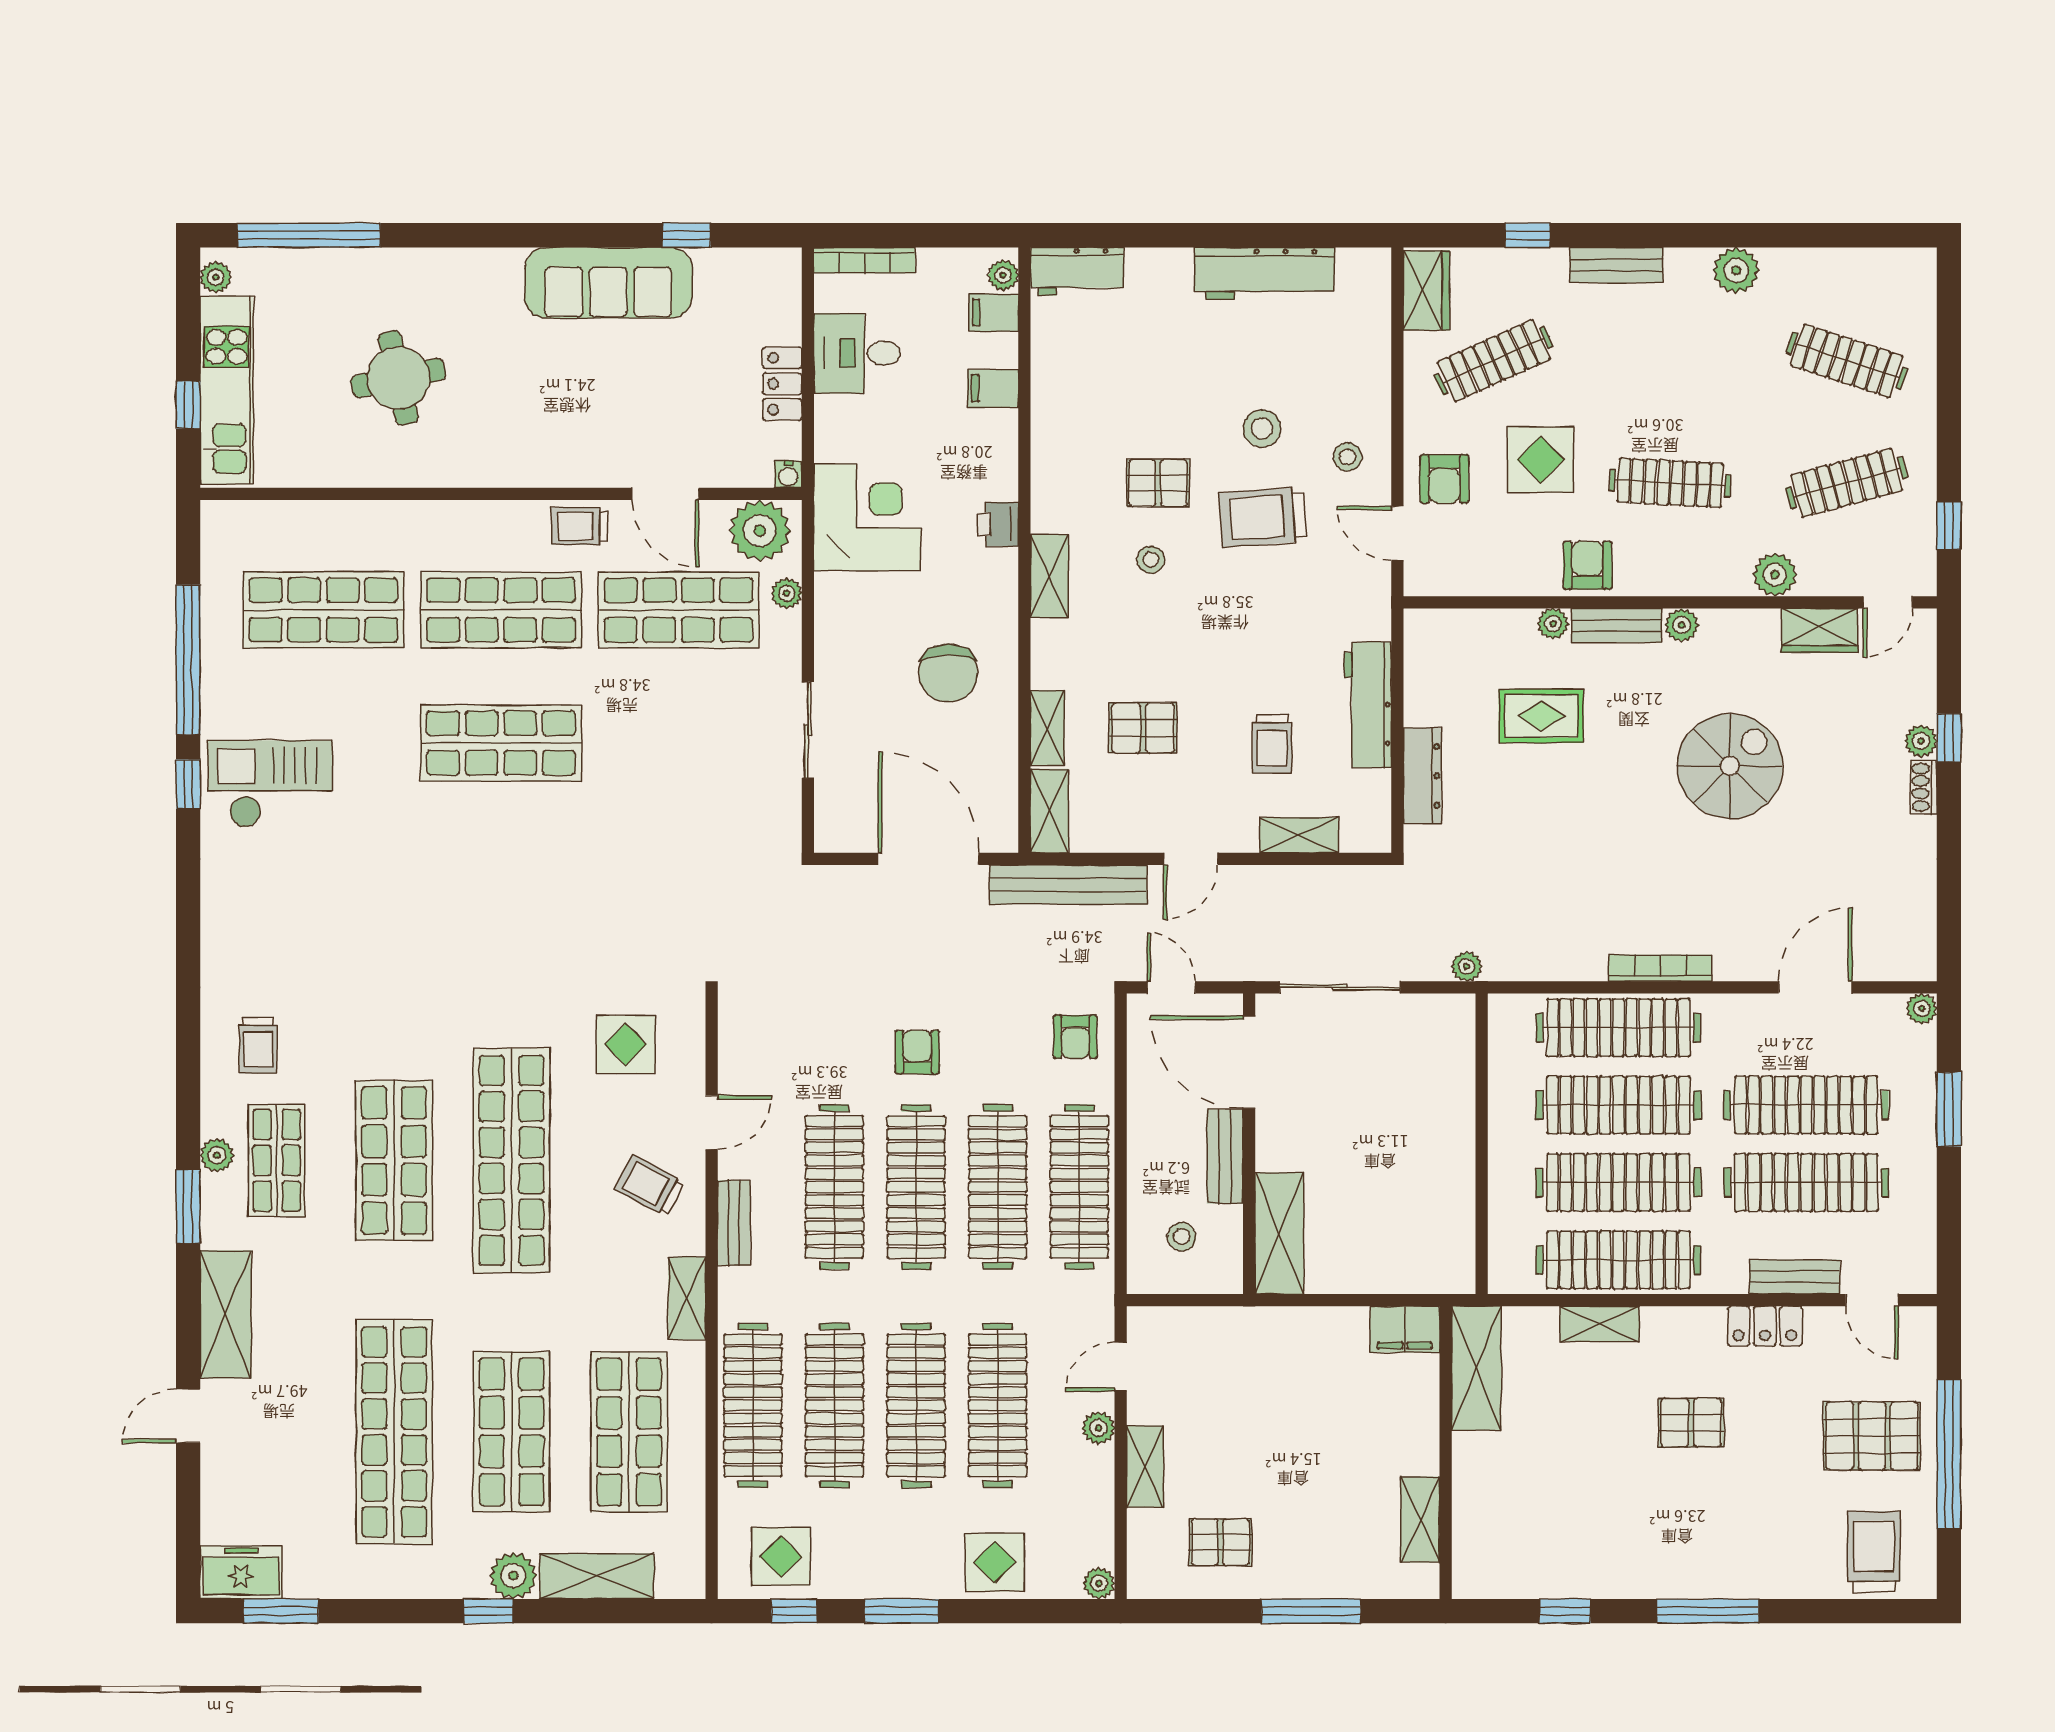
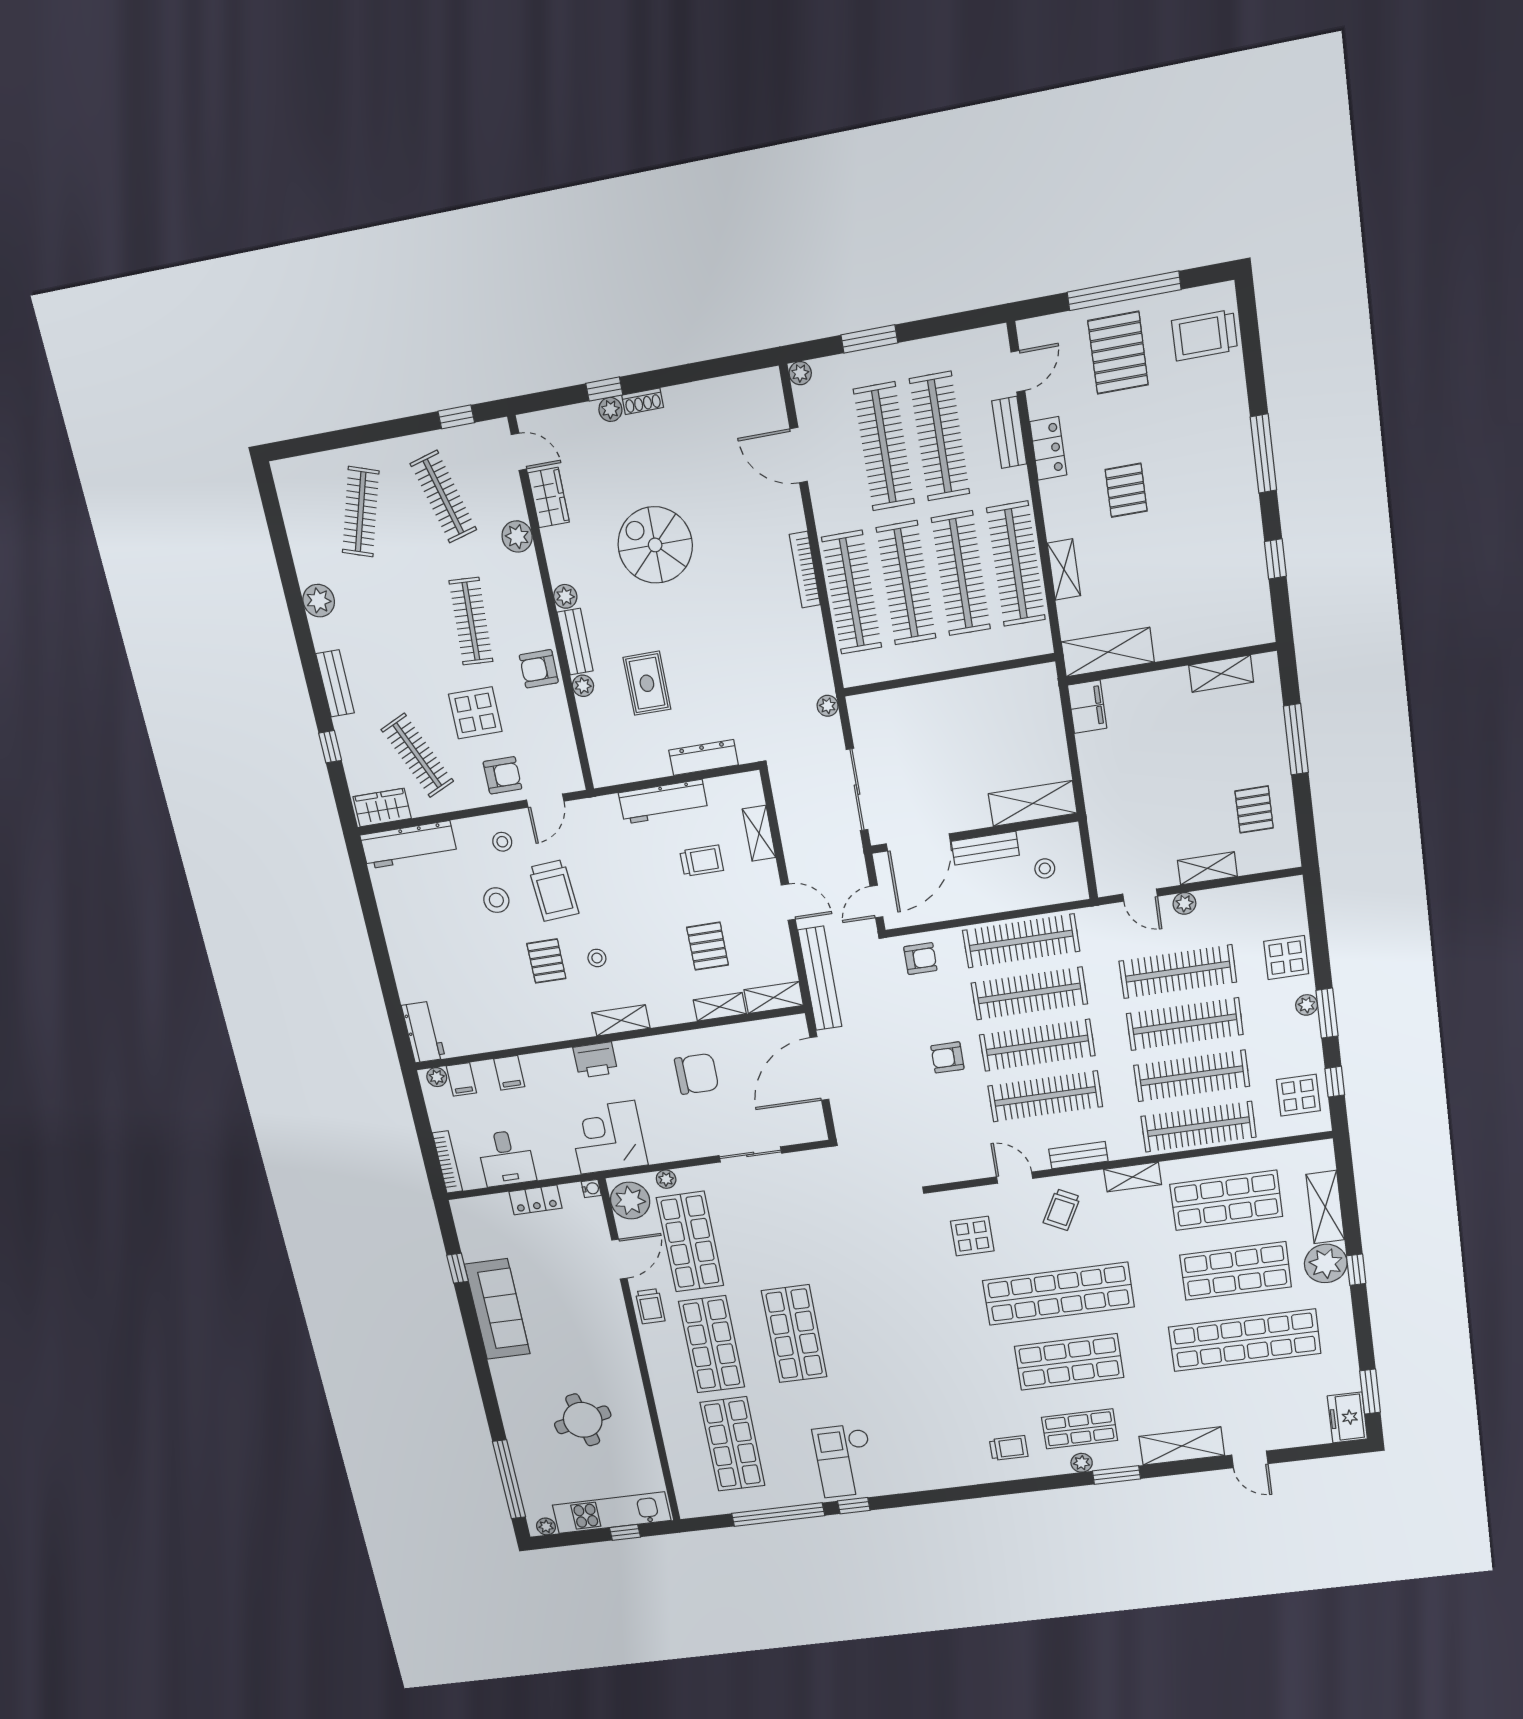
workbench: (1265, 273) -> (409, 845), moved, turned 90
printer: (998, 524) -> (595, 1060), width x1.36, depth x1.24
plant: (513, 1576) -> (1326, 1263), width x1.36, depth x1.36
plant: (1099, 1583) -> (1307, 1005), moved

